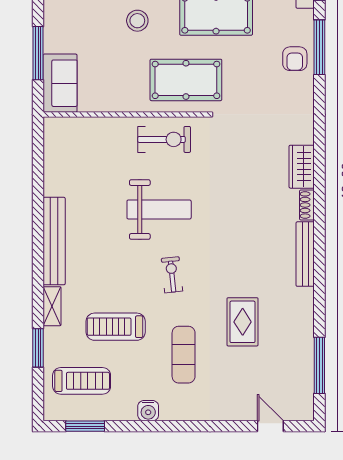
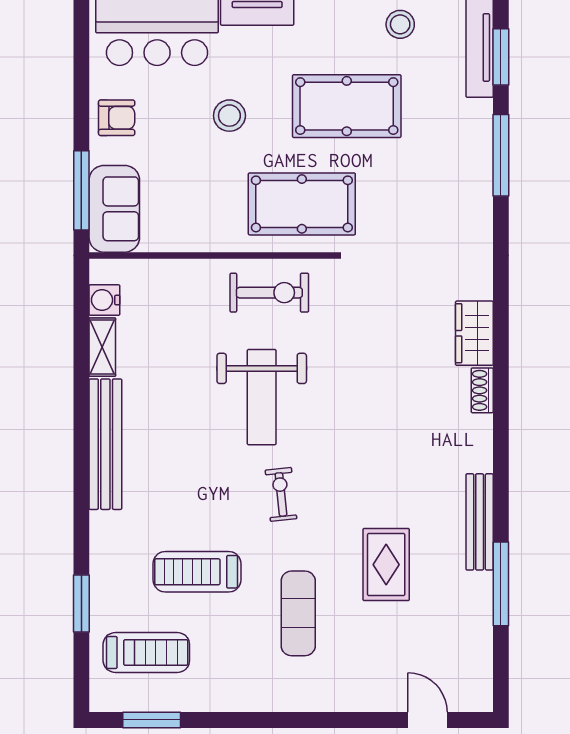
window: (38, 53) -> (81, 190), moved
armchair: (295, 59) -> (117, 118), moved, turned -90
weight bench: (159, 209) -> (262, 397), turned 90
bench: (305, 254) -> (480, 522), moved
shelving: (52, 306) -> (102, 347), moved
window: (319, 365) -> (501, 584), moved
water cooler: (148, 411) -> (104, 300), moved, turned 90

